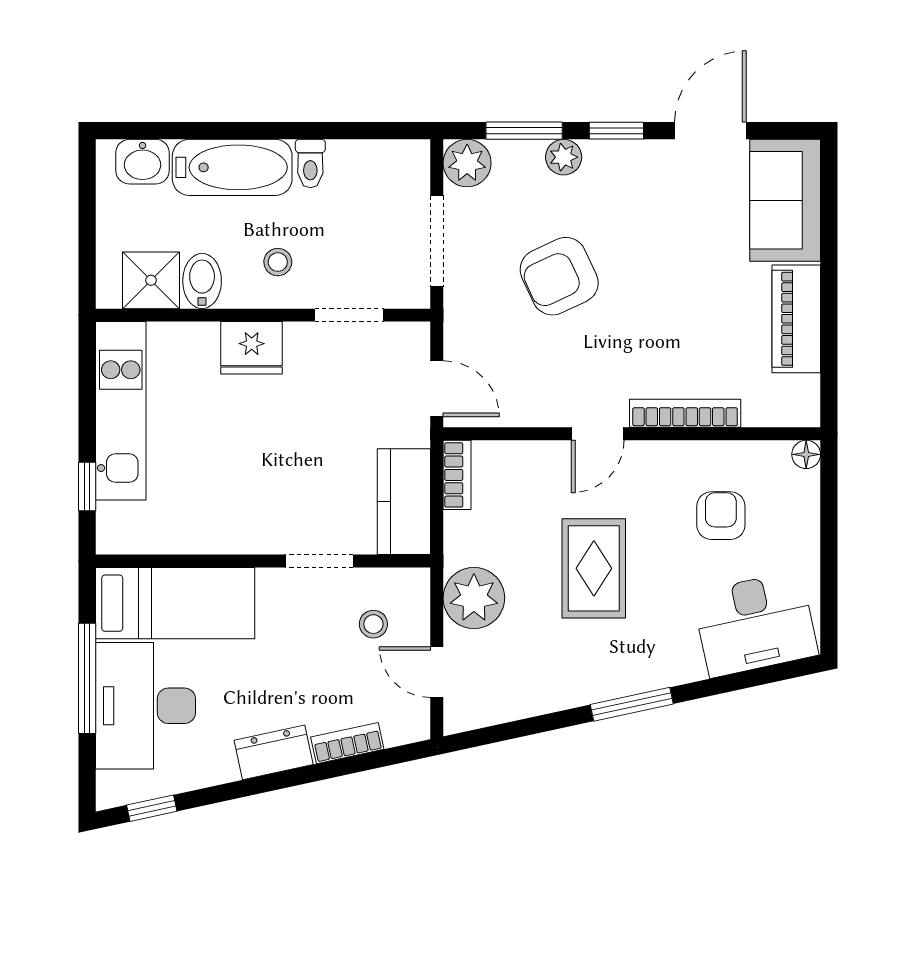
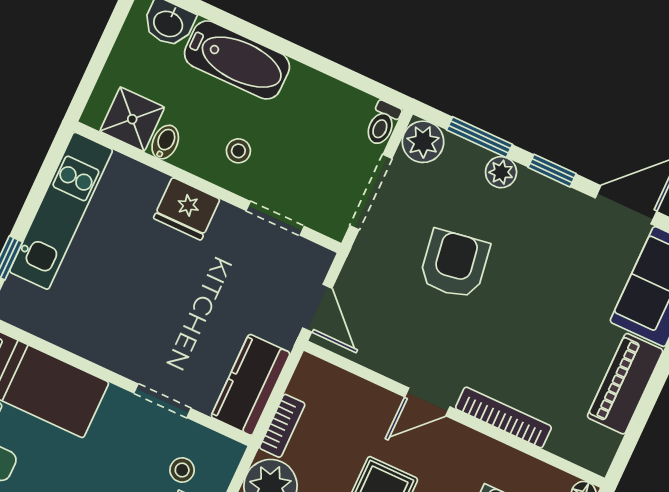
toilet: (310, 163) -> (382, 123), moved
armchair: (559, 276) -> (454, 264), turned 106
bidet: (202, 281) -> (165, 142), width x0.72, depth x0.74
bookcase: (457, 475) -> (282, 426), moved

